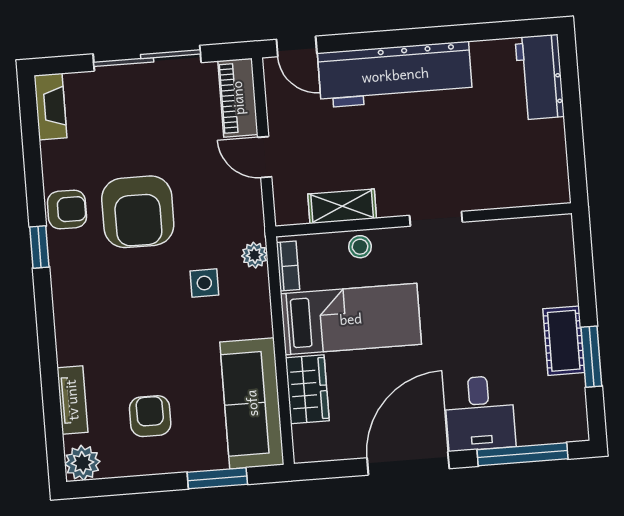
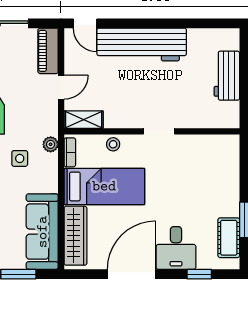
workbench: (540, 77) -> (227, 76), moved
door: (265, 157) -> (61, 87), swing flipped
shelving: (342, 206) -> (84, 120), moved
cot: (564, 341) -> (229, 238), moved
wardrobe: (307, 389) -> (75, 236), width x1.50
window: (523, 454) -> (199, 274), width x0.46

